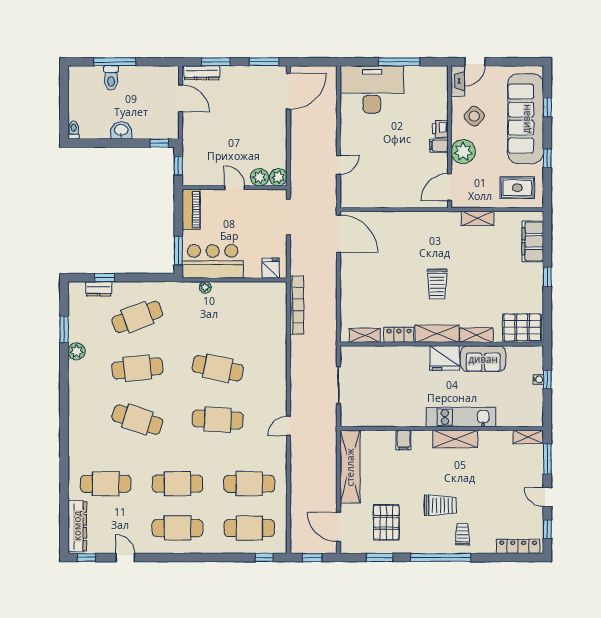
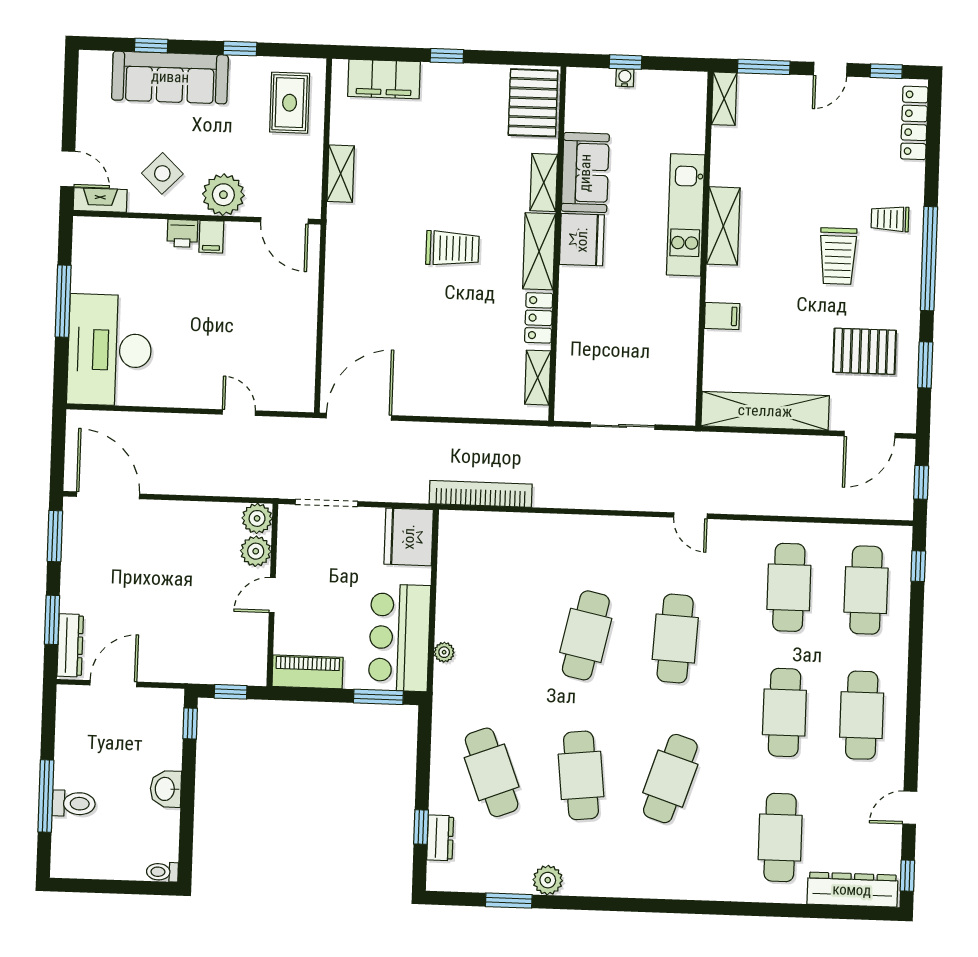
sofa: (526, 119) -> (170, 77), width x0.74, depth x0.79
fridge: (271, 268) -> (409, 537), width x1.88, depth x1.34
trolley: (440, 505) -> (838, 256), turned 180

